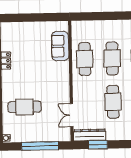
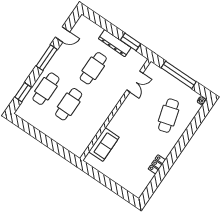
cafe table: (85, 59) -> (91, 120), removed
cafe table: (25, 107) -> (169, 116), turned 74
dresser: (90, 135) -> (115, 43), moved

